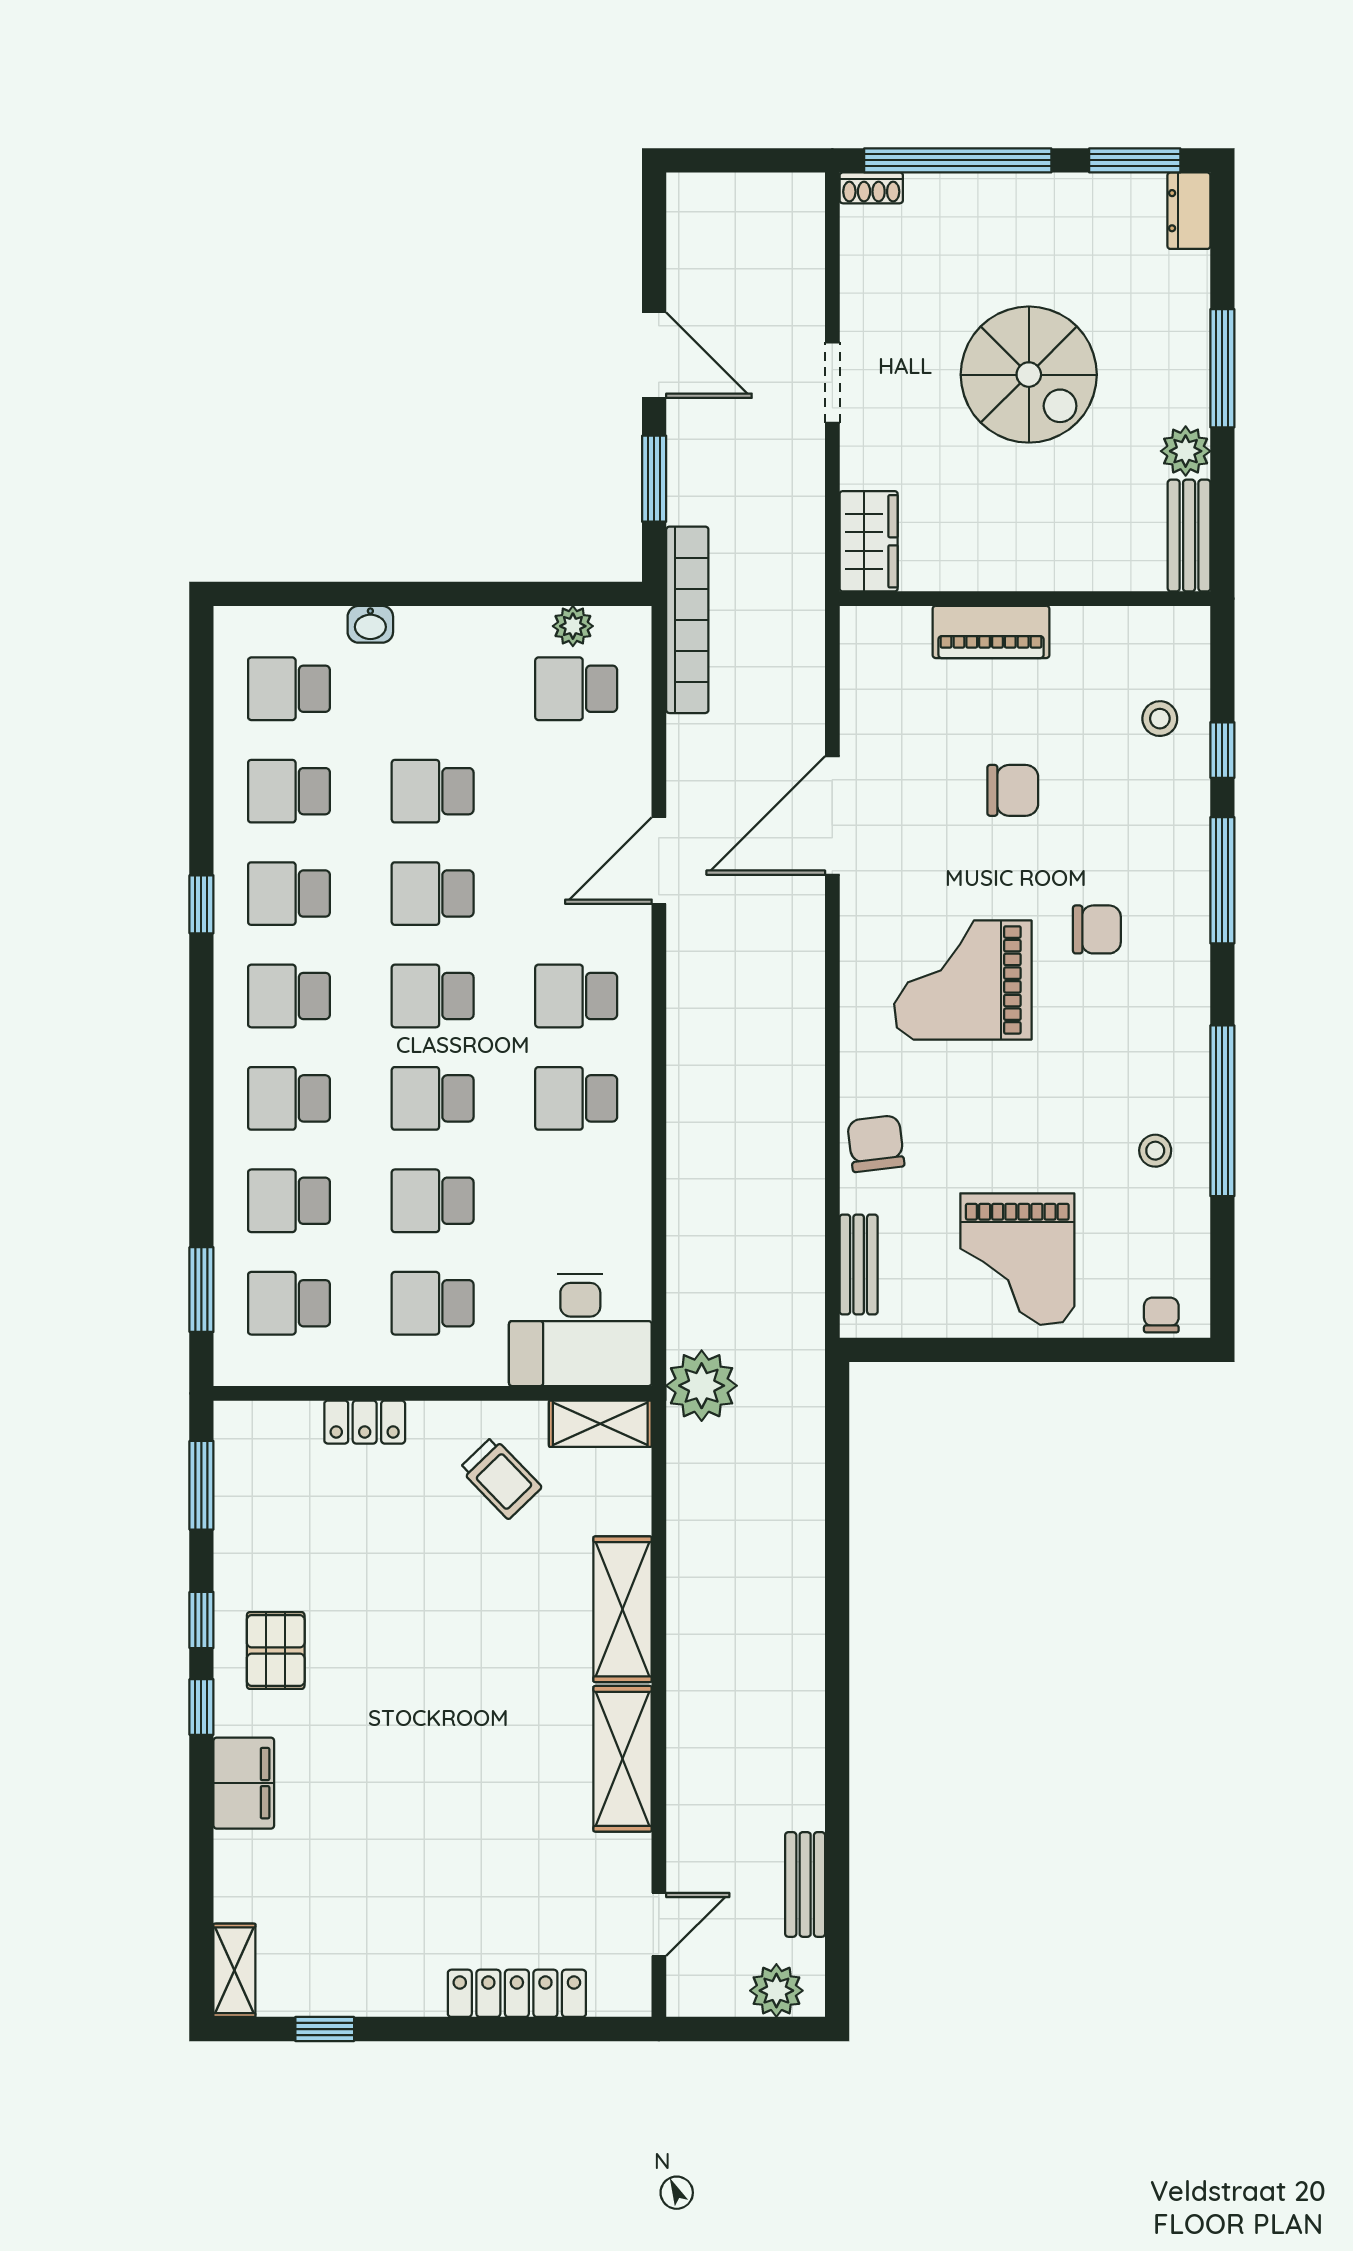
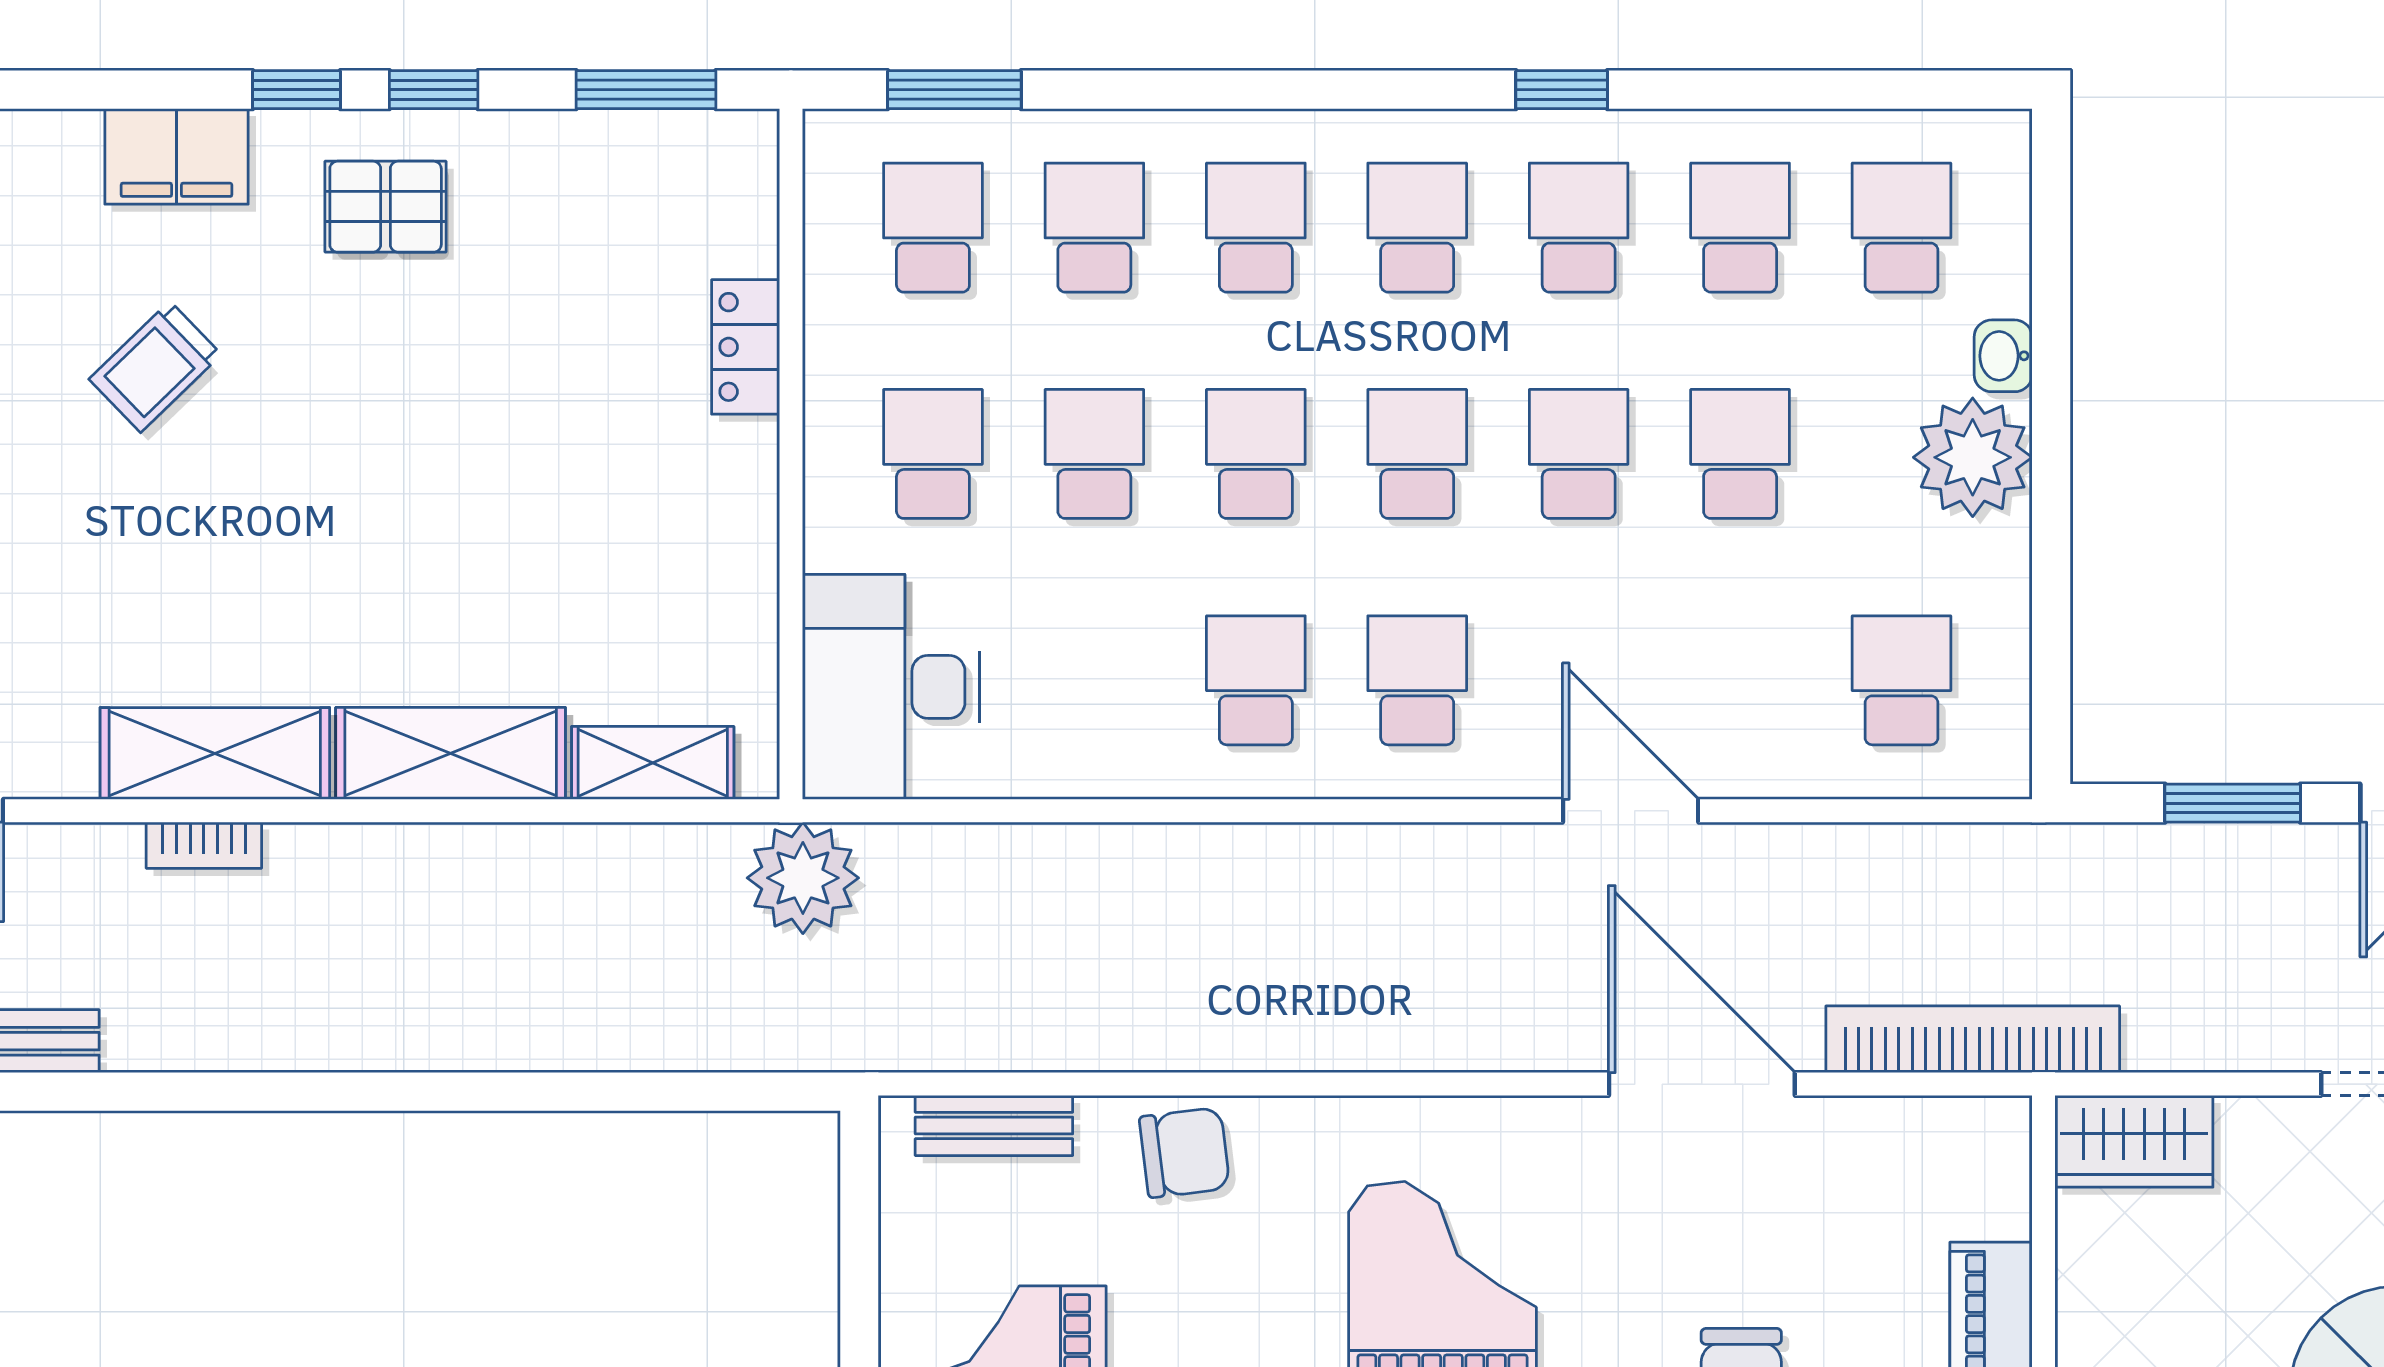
bookcase: (687, 620) -> (1973, 1039), moved, turned 180
plant: (573, 626) -> (1973, 457), moved, width x1.88, depth x1.88
shelving: (600, 1424) -> (653, 763), moved, turned 90
trolley: (501, 1478) -> (155, 367), moved
bookcase: (681, 1766) -> (204, 845), added

